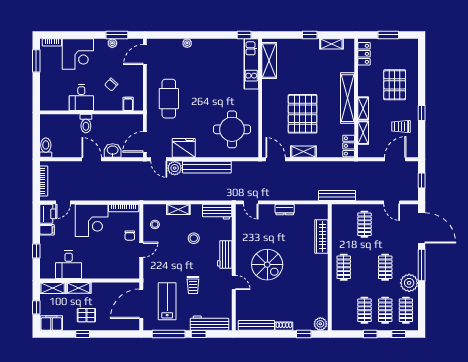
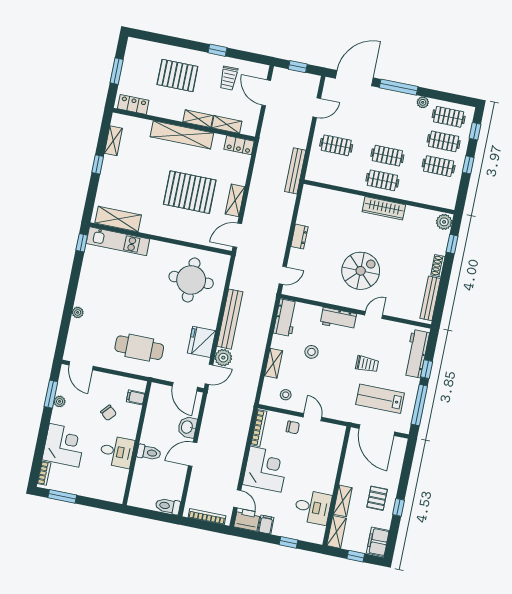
wardrobe: (321, 236) -> (384, 208), moved
clothes rail: (385, 267) -> (387, 156), moved
plant: (409, 283) -> (423, 102), width x0.53, depth x0.53

